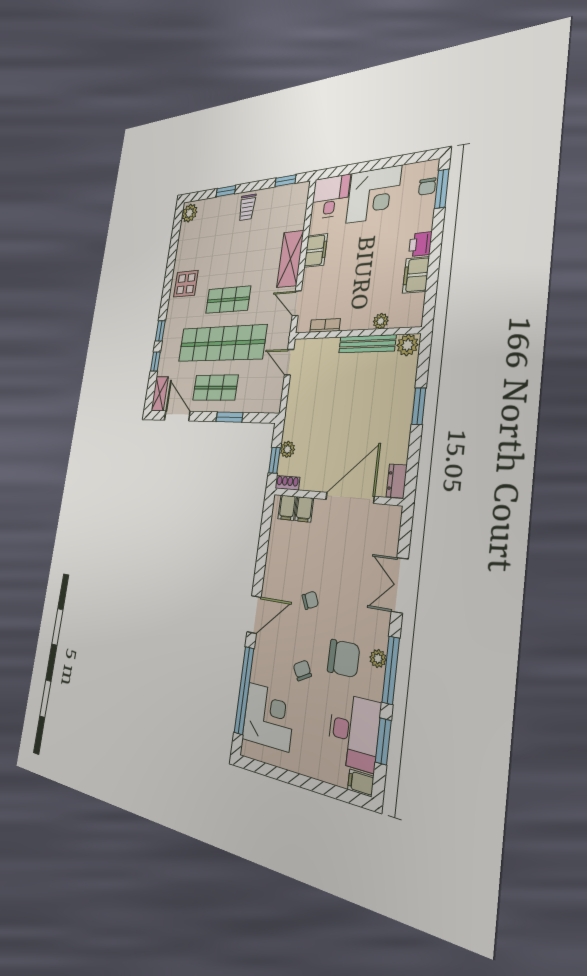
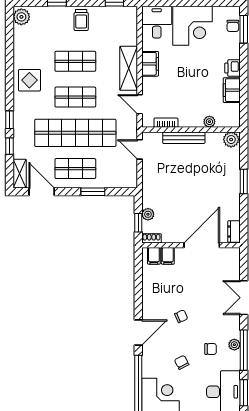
shop shelf: (234, 257) -> (75, 61), added
bench: (367, 344) -> (184, 138), moved
chair: (343, 658) -> (211, 349), width x0.54, depth x0.54

